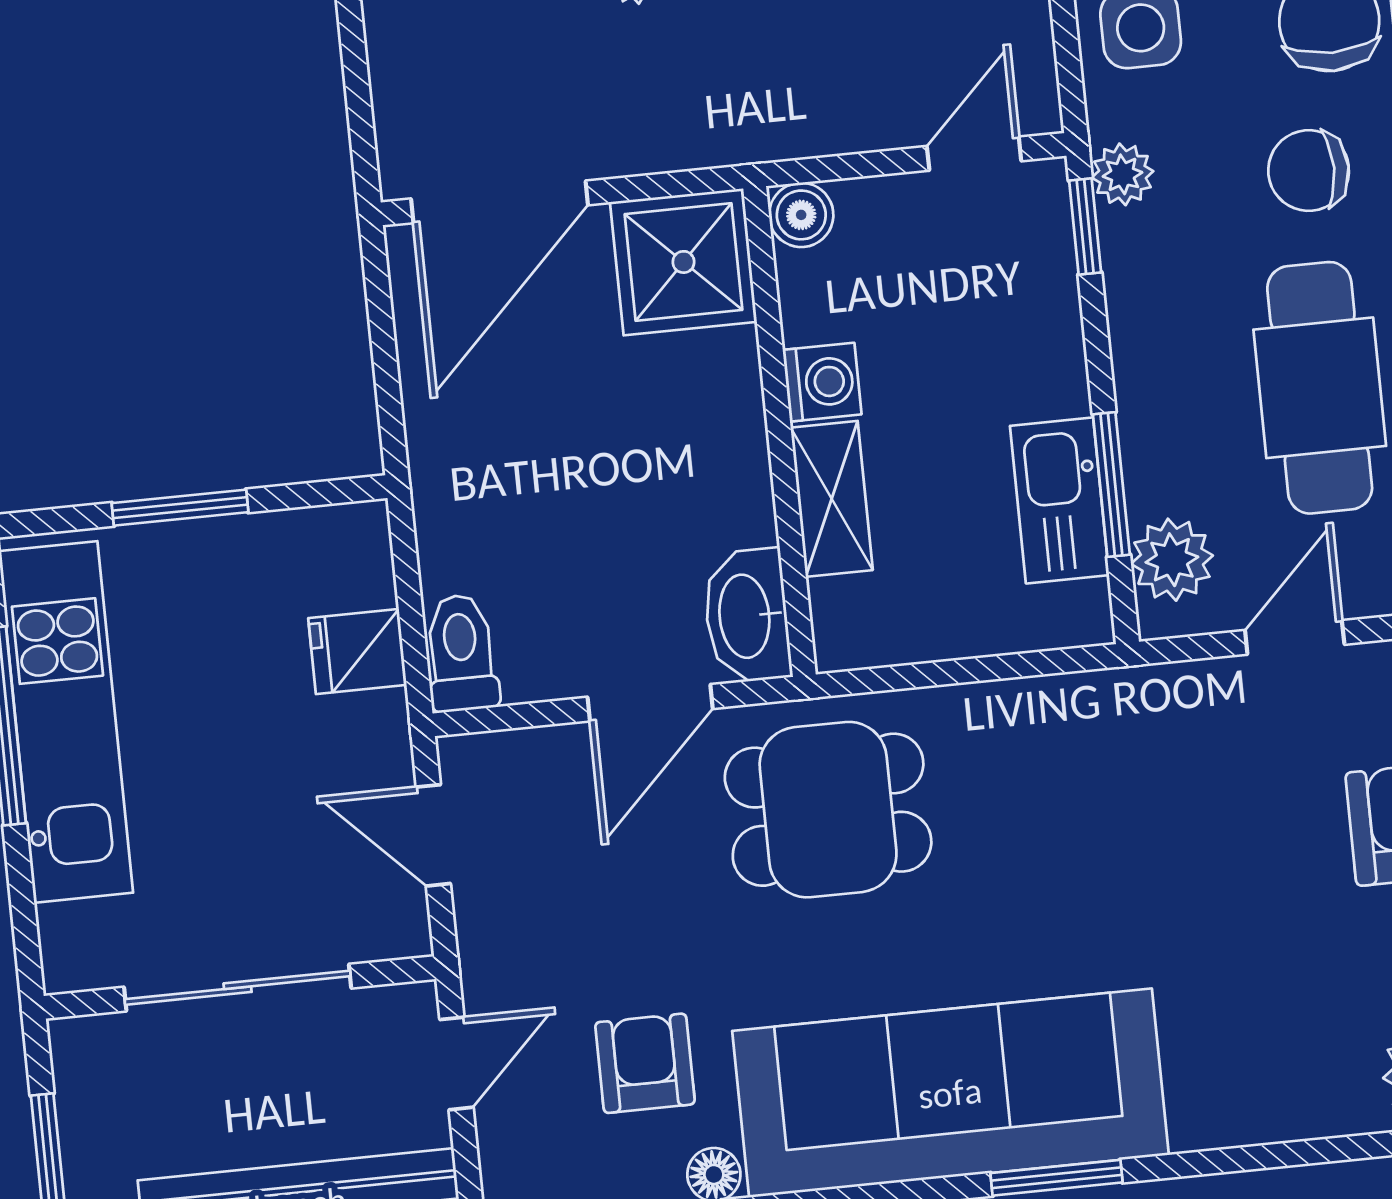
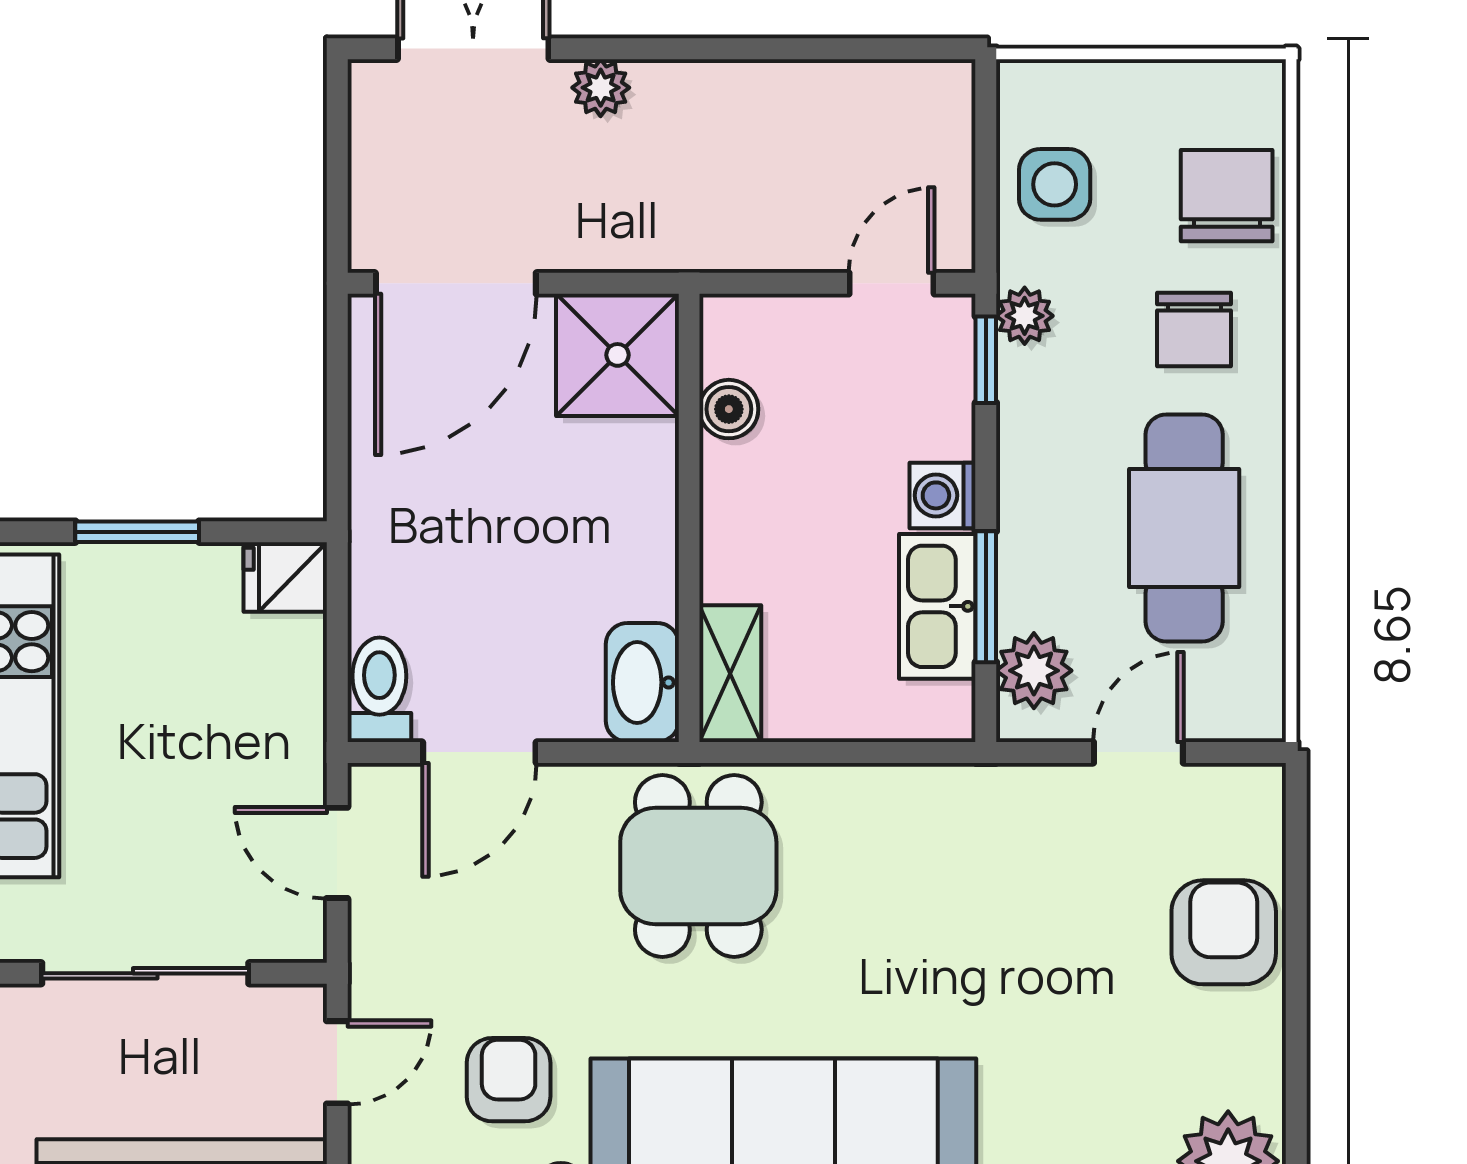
chair: (1309, 171) -> (1194, 329), turned -90
boiler: (801, 215) -> (729, 409), moved
washing machine: (822, 382) -> (943, 495), moved, turned 180
shelving: (832, 499) -> (730, 674), moved
fridge: (357, 652) -> (285, 577), moved
door: (650, 703) -> (479, 752), moved
dining table: (828, 810) -> (698, 866), turned 90

